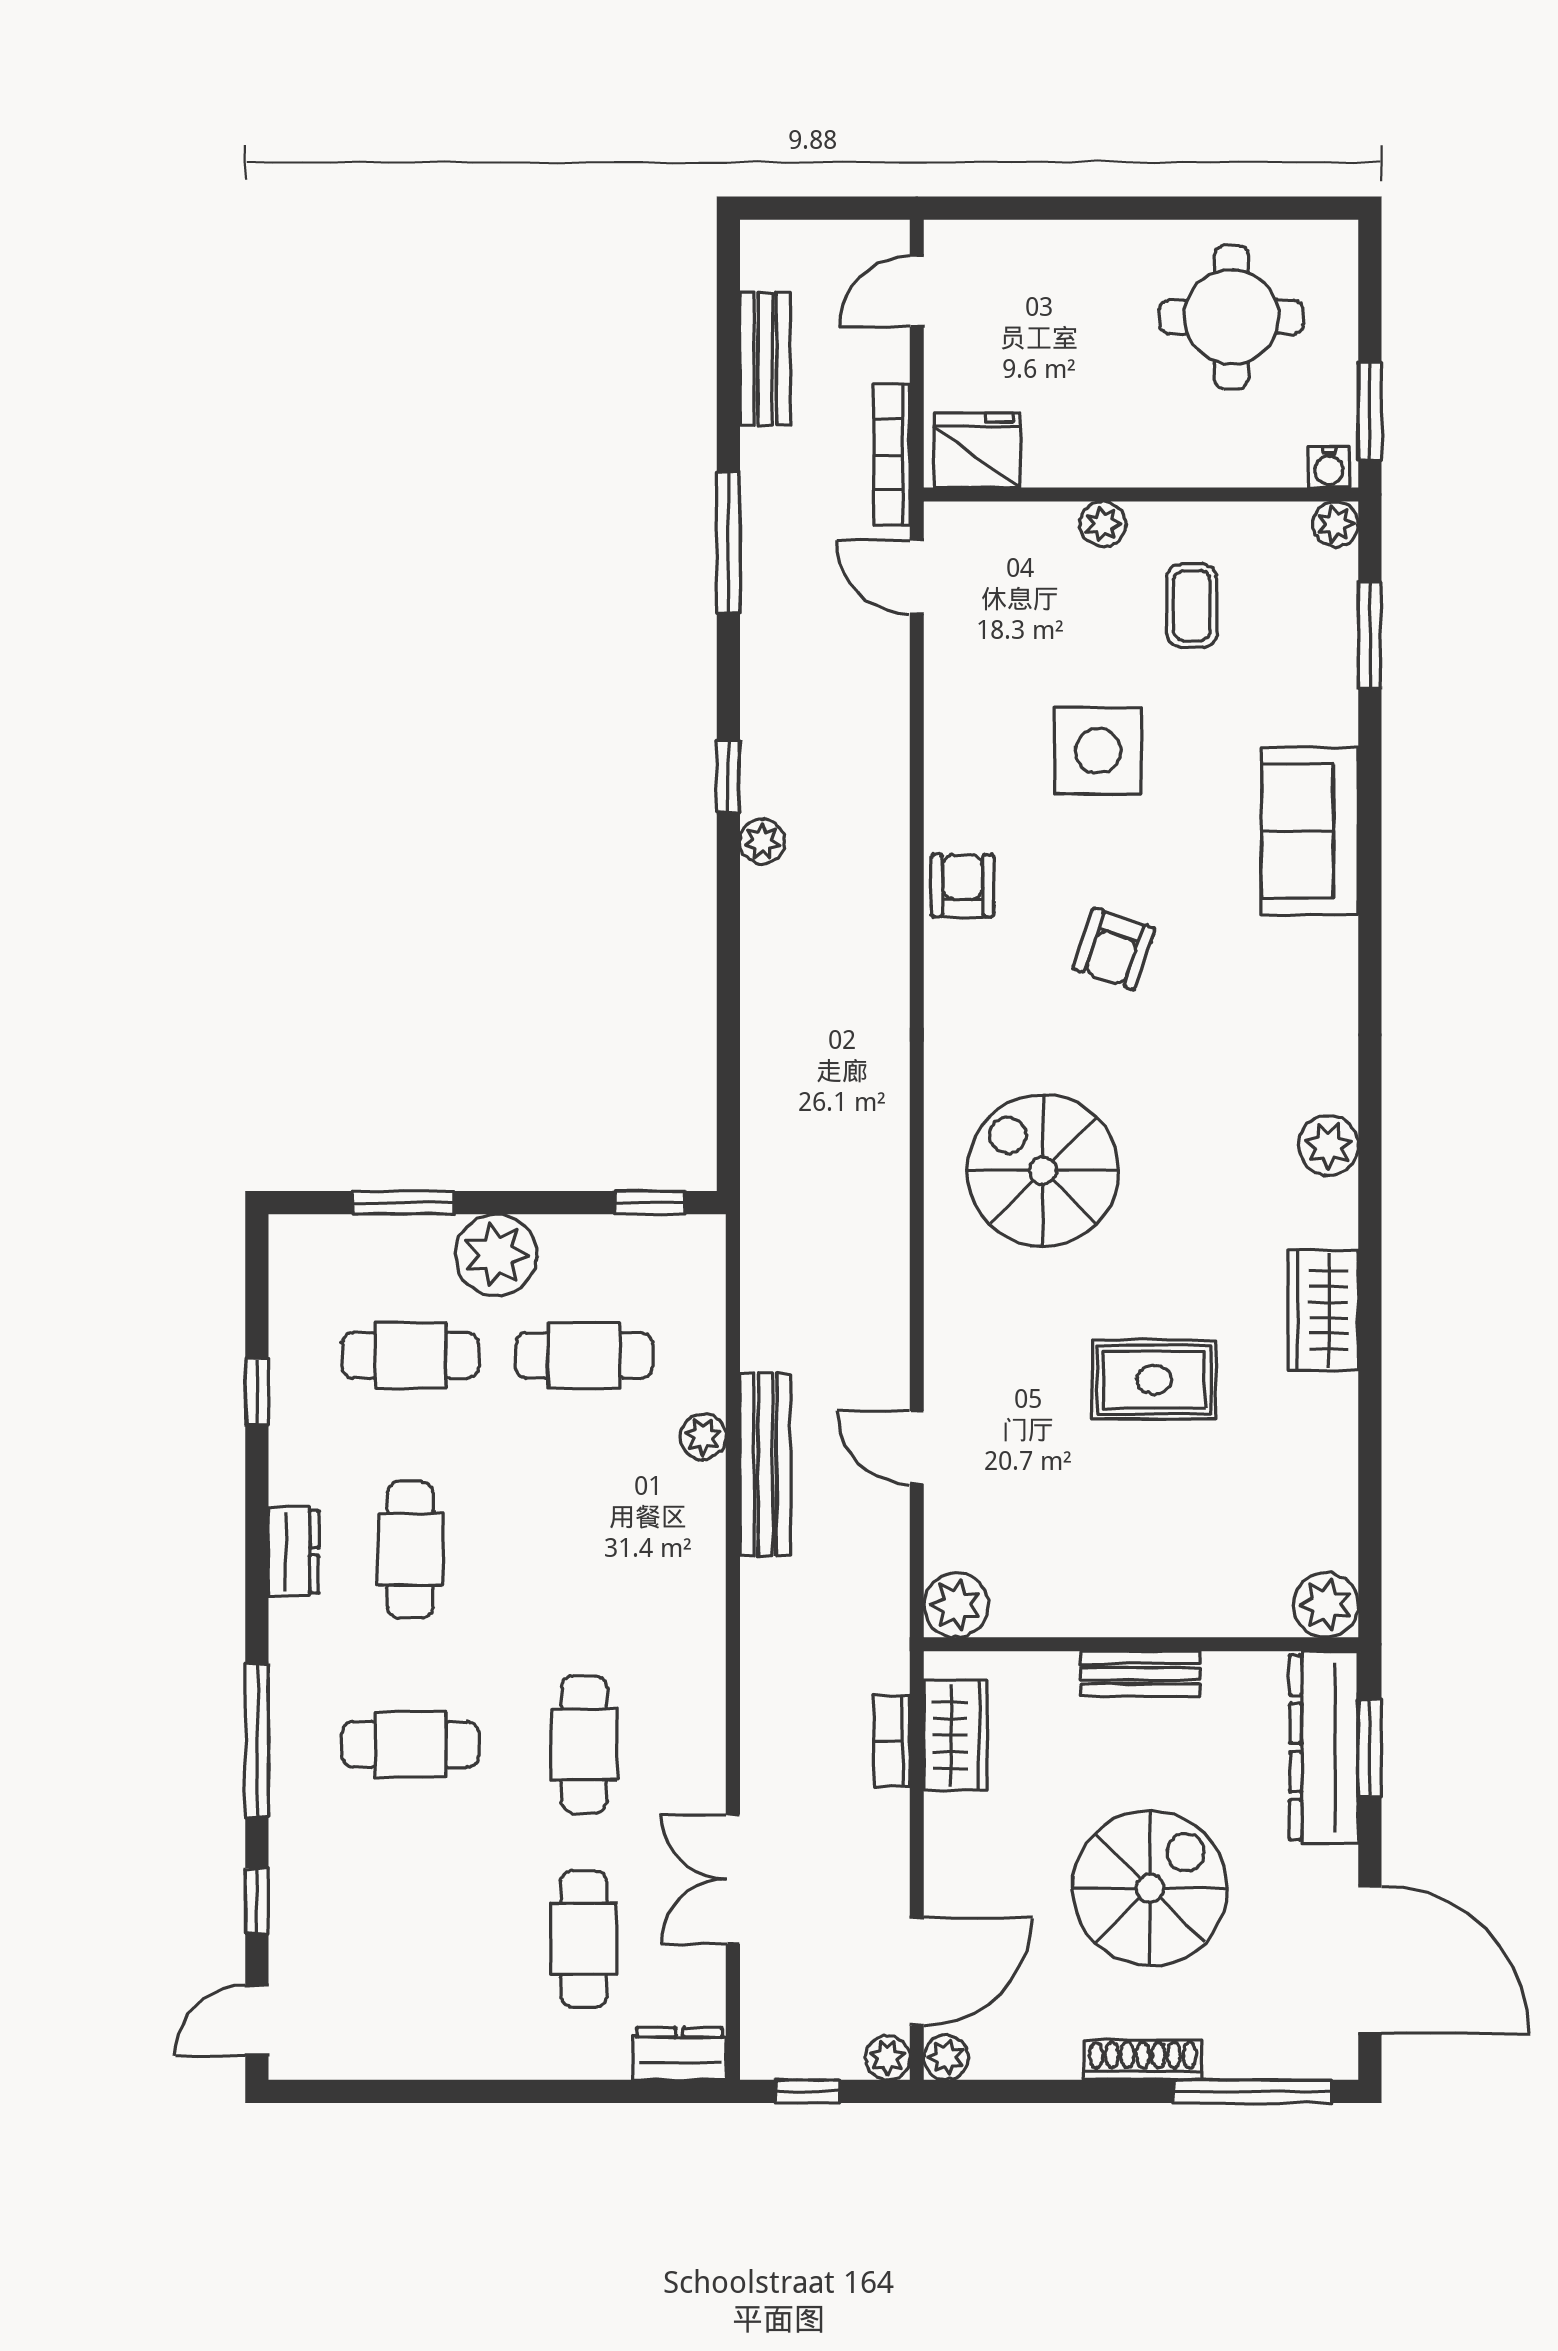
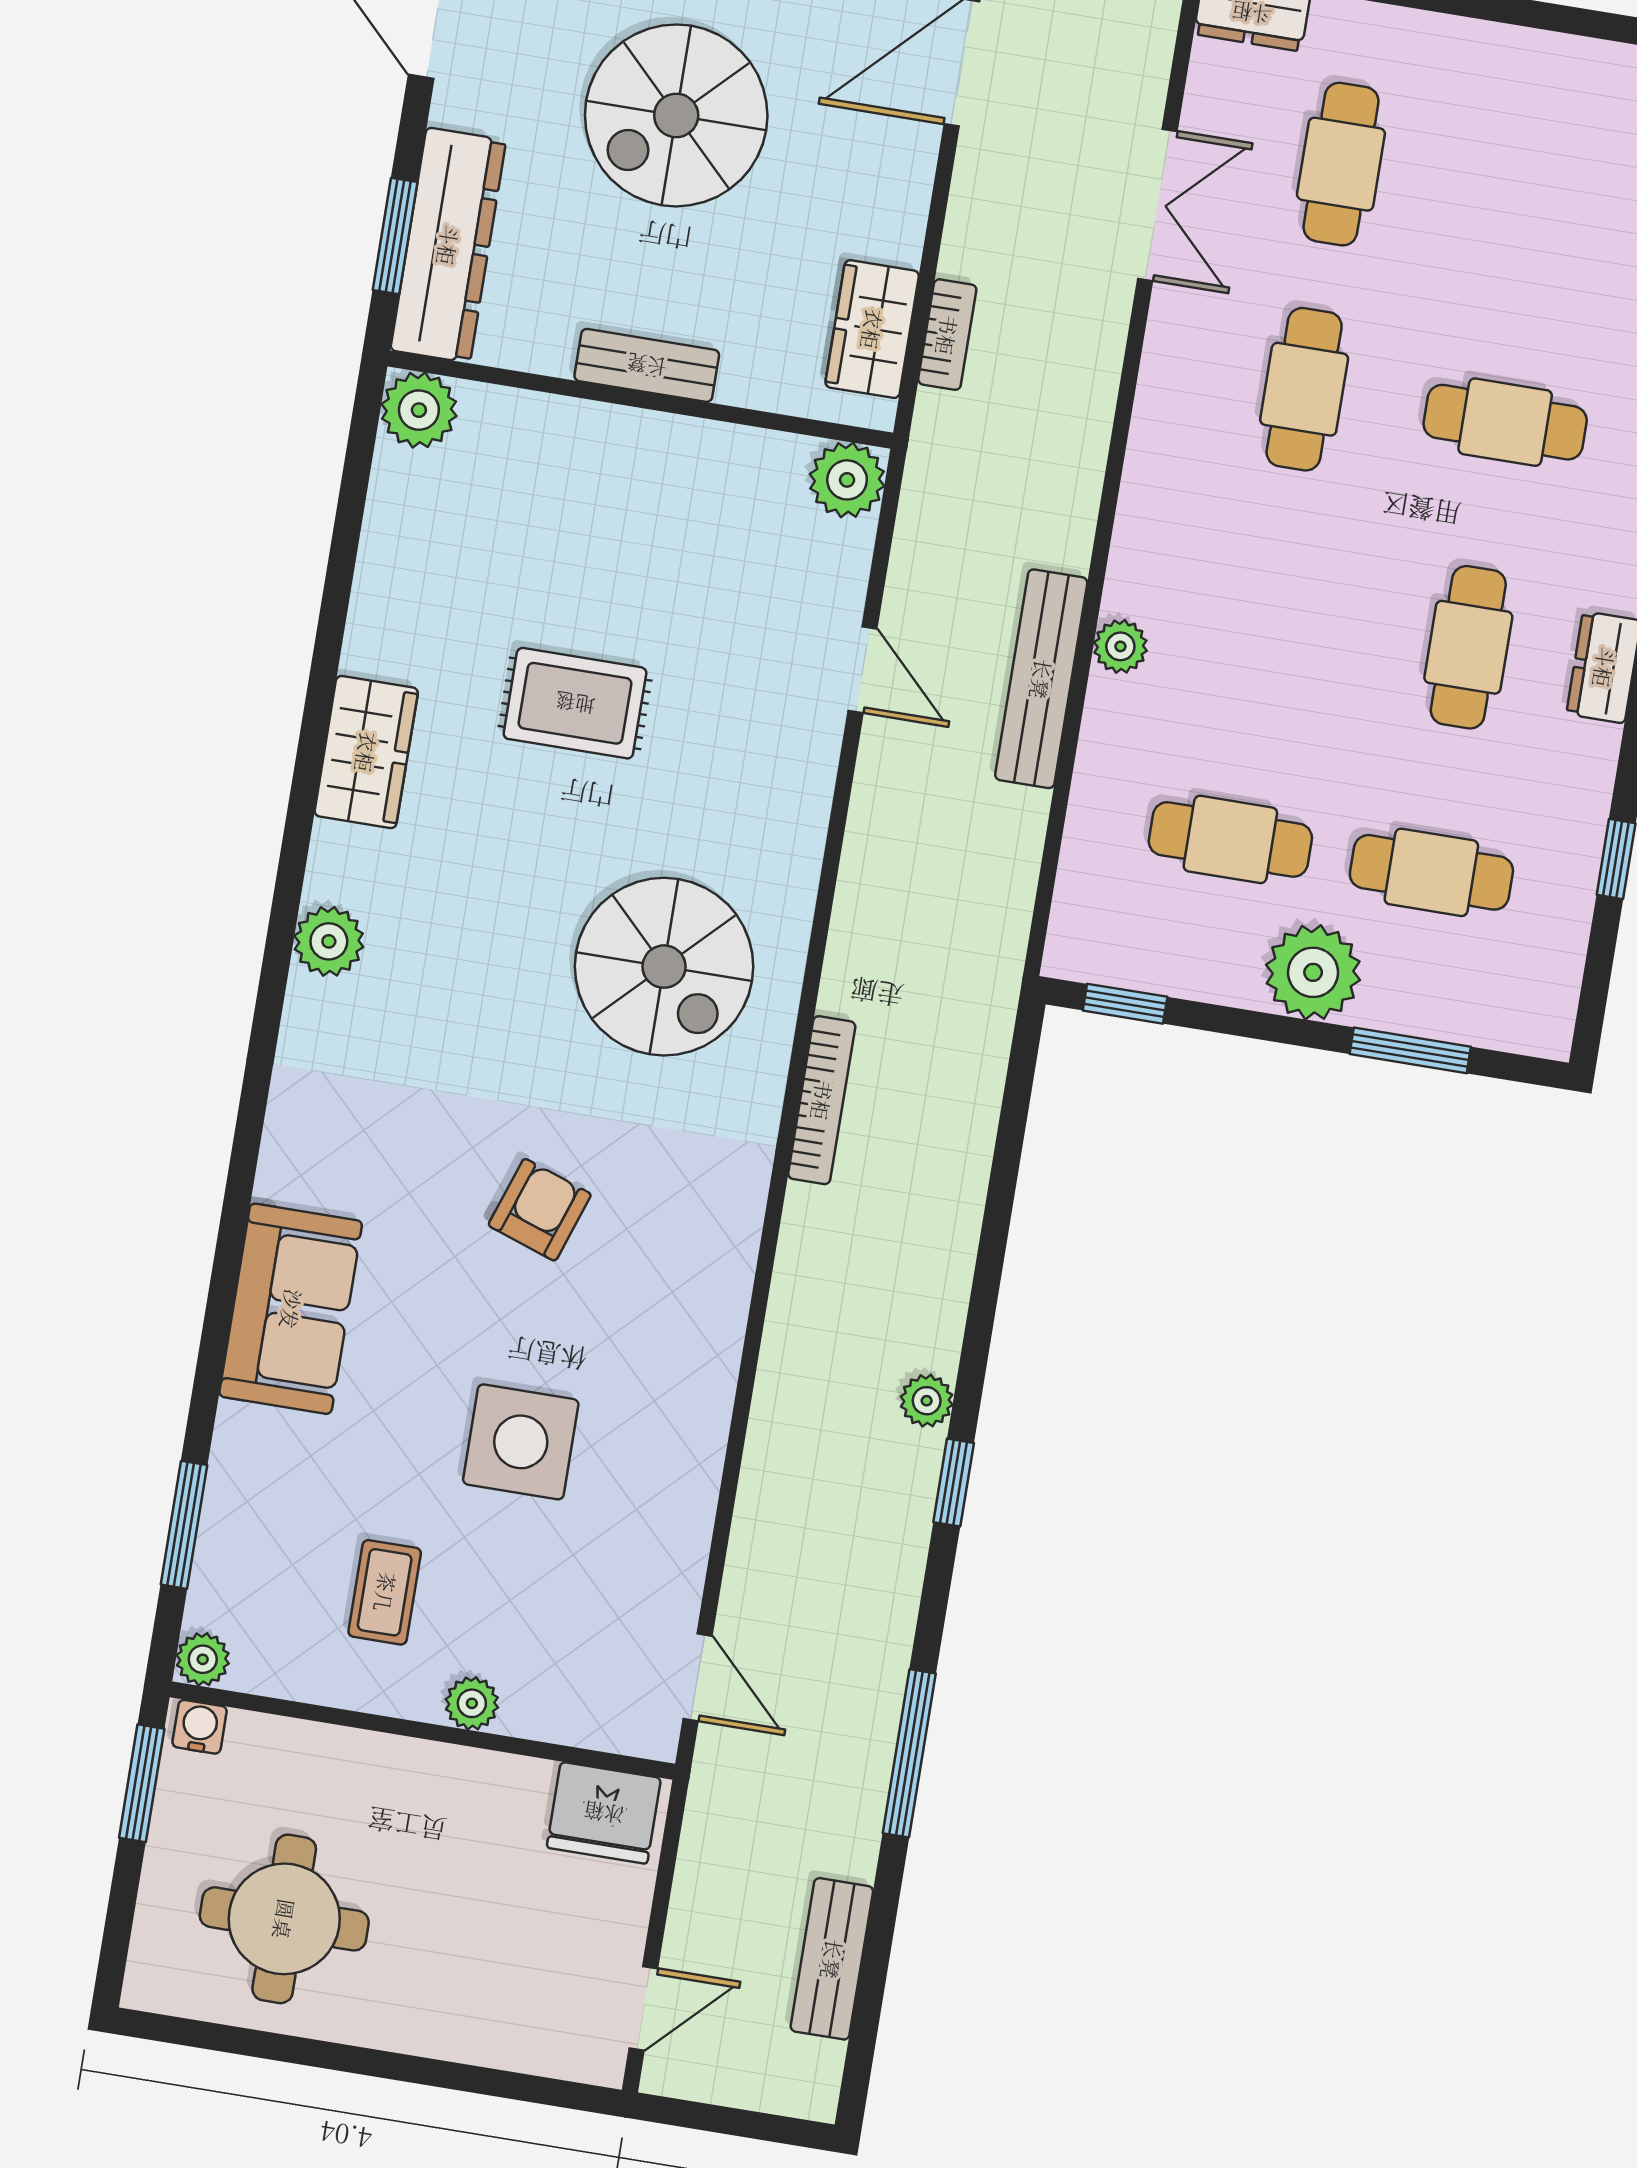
bookcase: (892, 455) -> (822, 1100), moved
armchair: (963, 886) -> (703, 1312), removed
plant: (703, 1437) -> (1120, 646), moved

